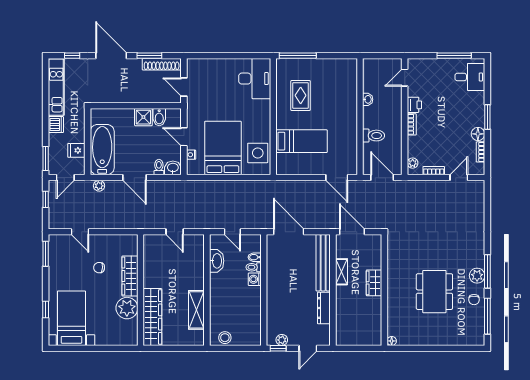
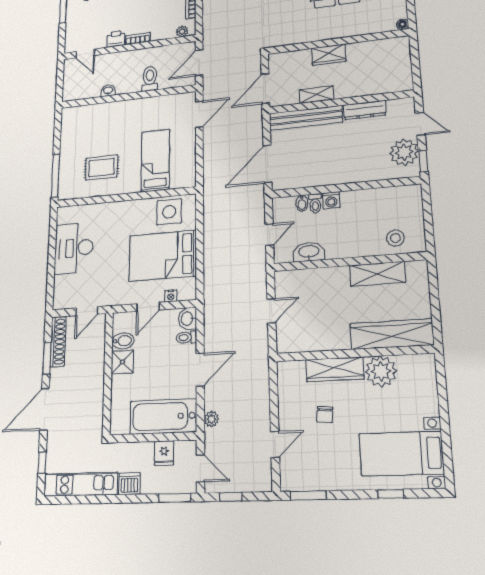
desk: (255, 79) -> (74, 248), moved, turned -90
stool: (225, 338) -> (395, 238), moved
plant: (282, 340) -> (404, 152), width x1.87, depth x1.87

